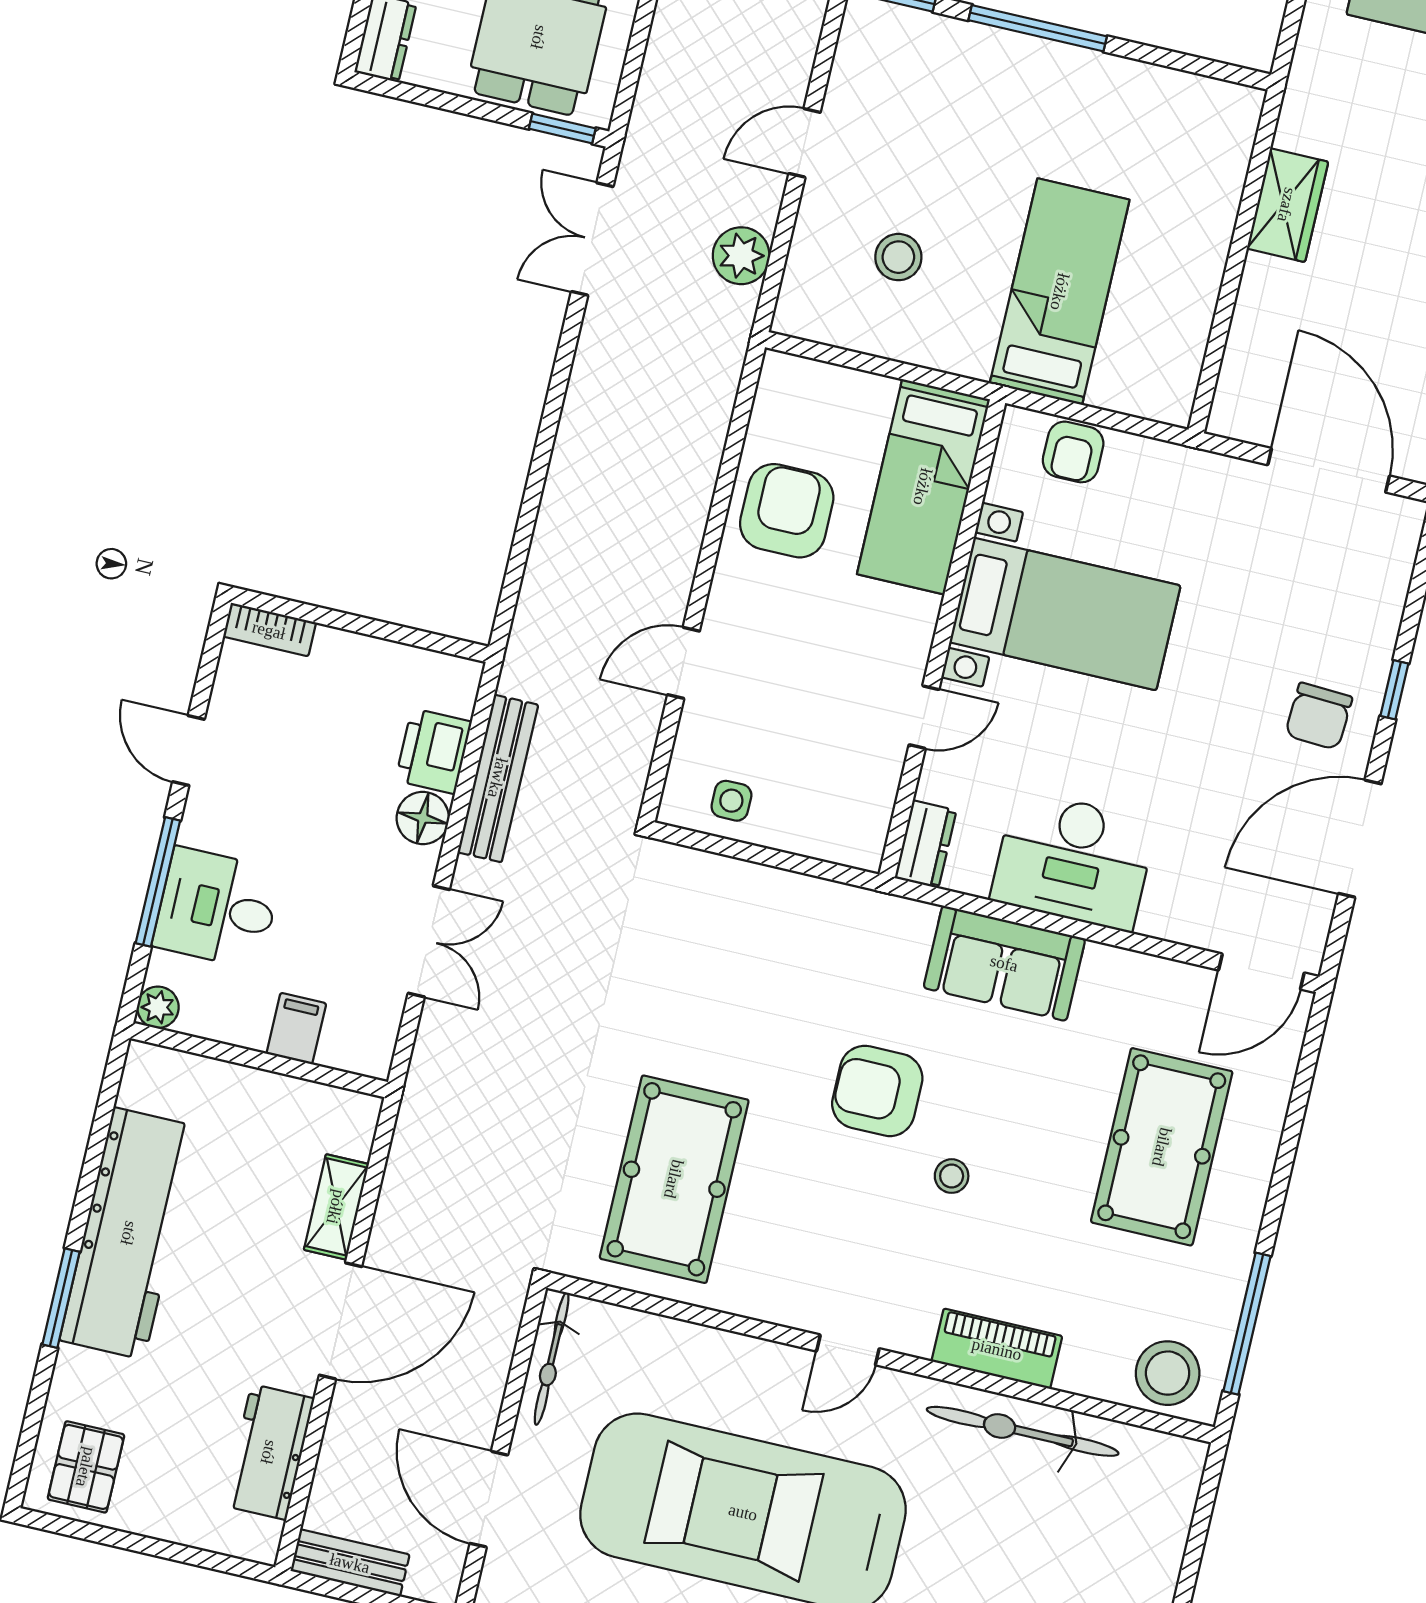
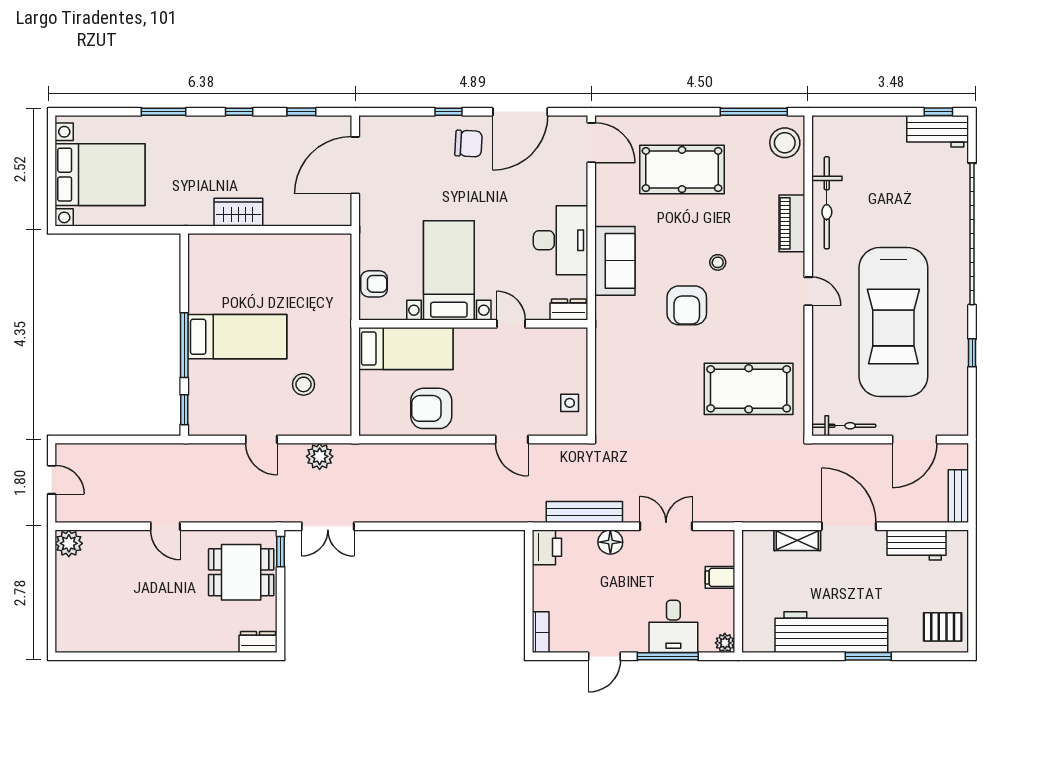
bed: (1060, 292) -> (237, 337), moved, turned 180
printer: (433, 751) -> (547, 547), moved, turned -90
door: (1360, 839) -> (520, 112), hinge flipped

